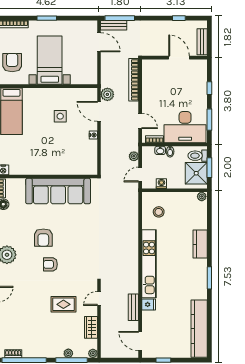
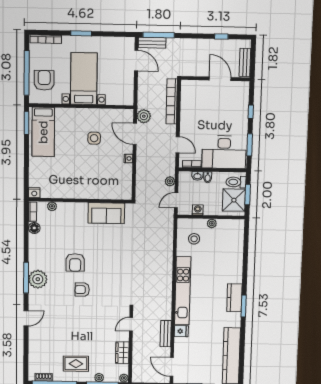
plant: (20, 183) -> (52, 206), added
sofa: (58, 191) -> (106, 213), width x0.54, depth x0.79
plant: (202, 196) -> (212, 223), moved
kitchen counter: (200, 244) -> (234, 298), moved
rug: (63, 304) -> (76, 364), moved

